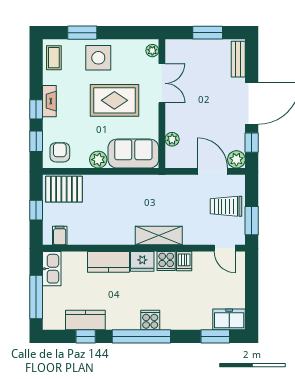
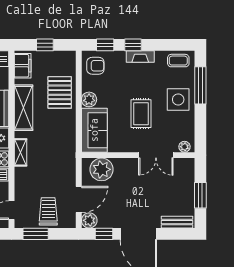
window: (82, 33) -> (200, 85), width x1.44
rug: (114, 100) -> (141, 114), width x0.73, depth x0.70
plant: (172, 139) -> (102, 169), width x1.87, depth x1.87
pallet: (64, 189) -> (60, 92), moved
shelving: (108, 234) -> (23, 108), added
filing cabinet: (60, 235) -> (23, 66), width x2.00
shelving: (159, 236) -> (20, 152), width x0.67, depth x0.75

